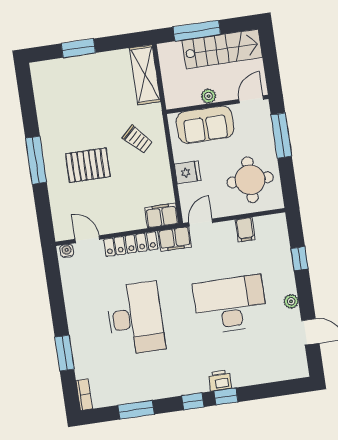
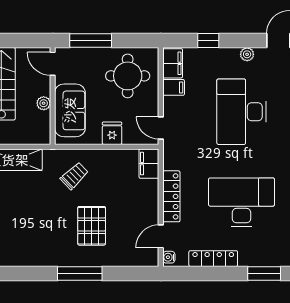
filing cabinet: (175, 239) -> (173, 63), moved
locker: (72, 297) -> (213, 259), added

